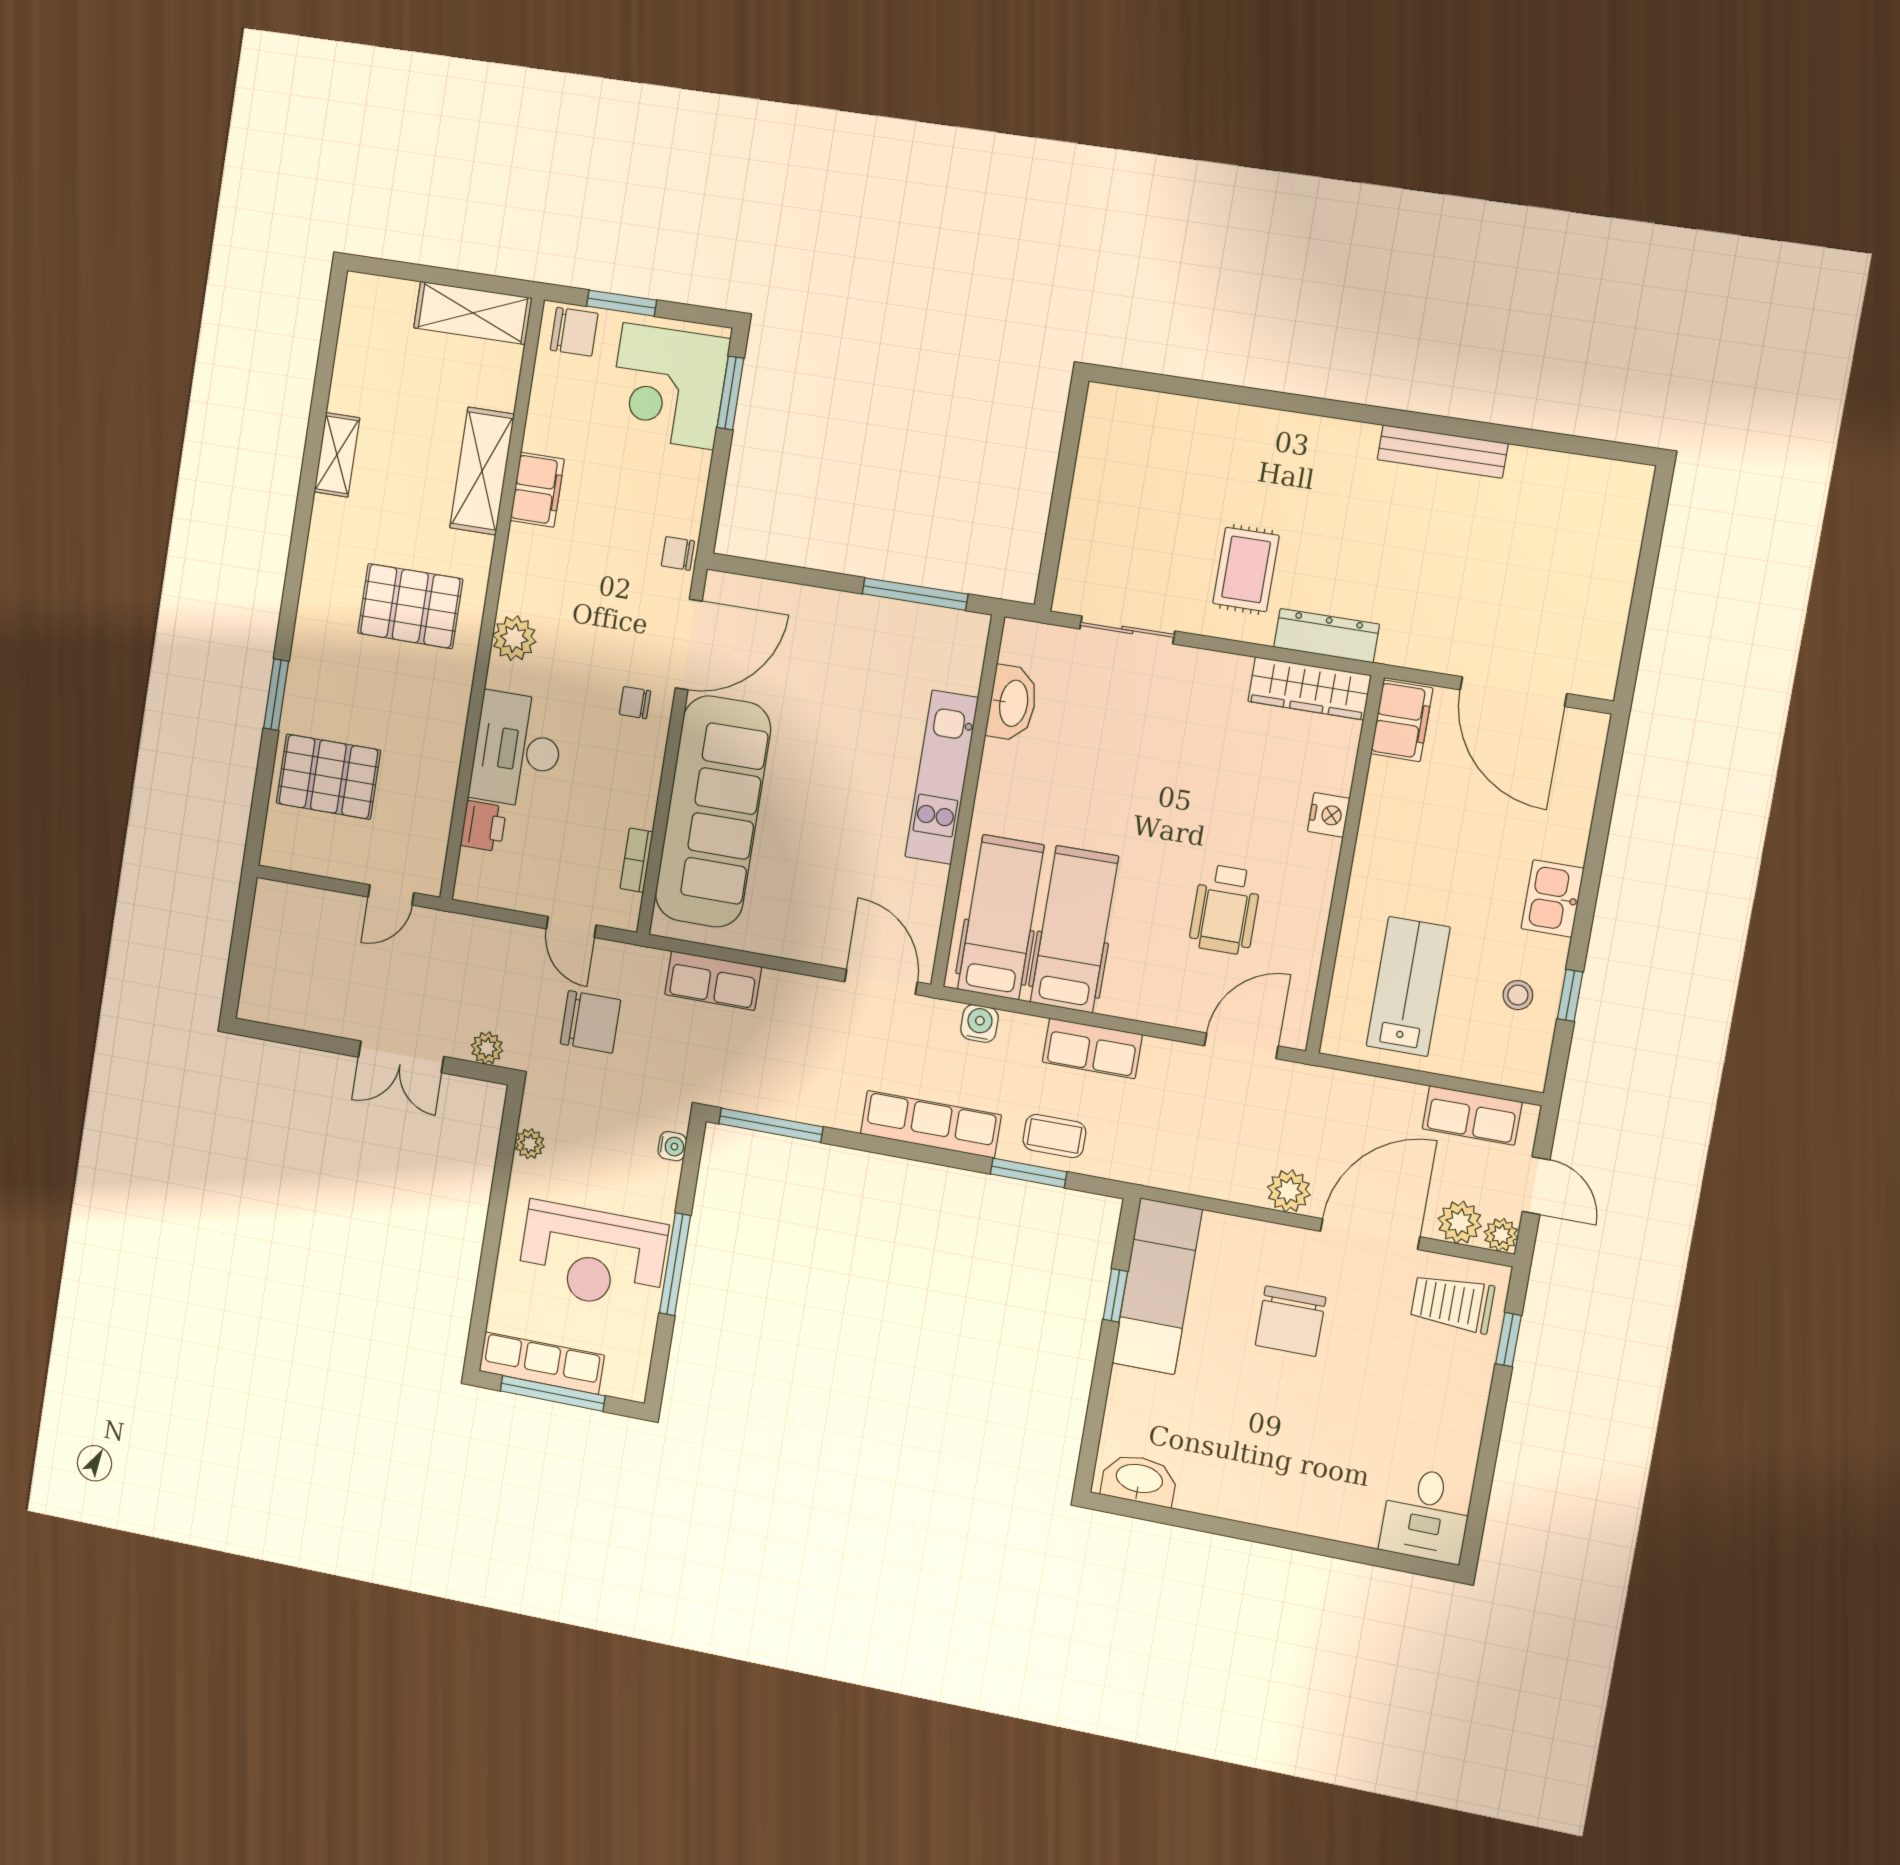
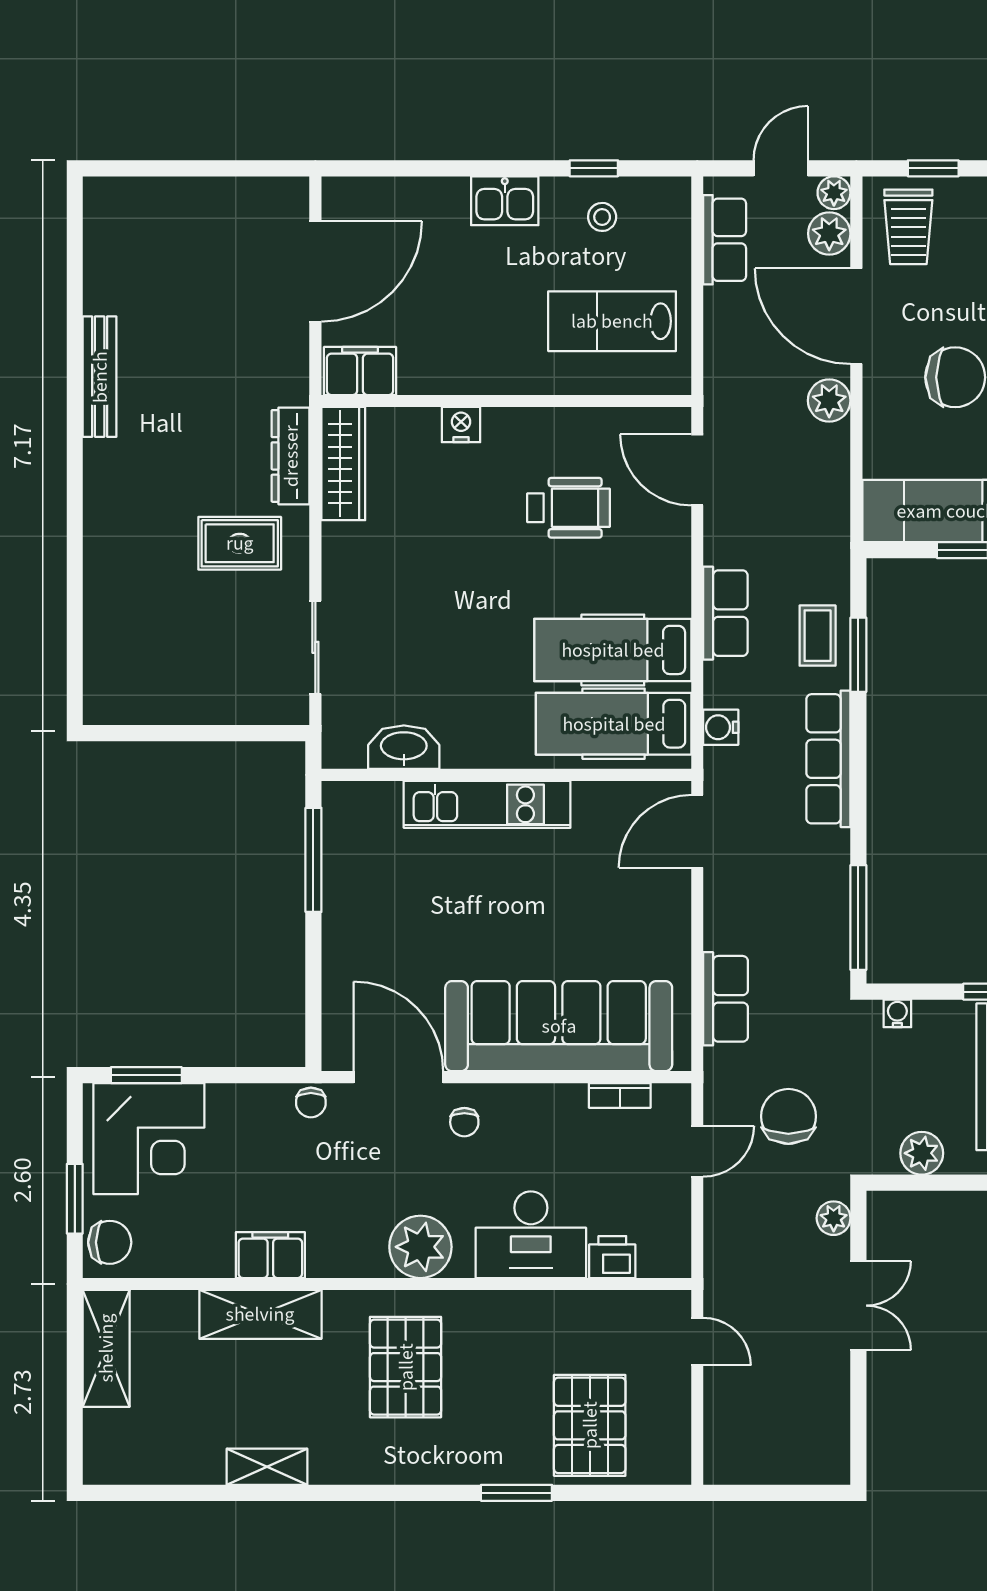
chair: (574, 332) -> (110, 1242), turned 90
plant: (514, 638) -> (420, 1247), width x1.36, depth x1.36
plant: (530, 1144) -> (922, 1153), width x1.38, depth x1.38

